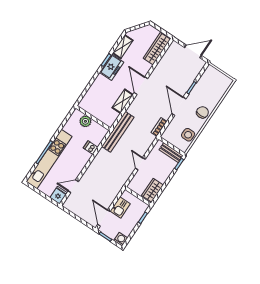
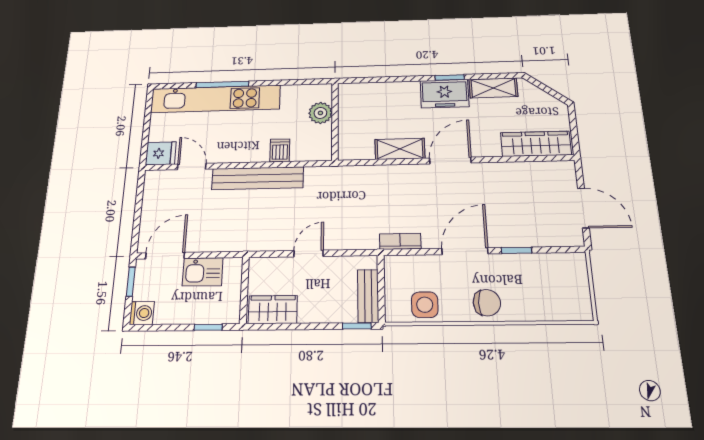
bench: (118, 132) -> (258, 178), moved

